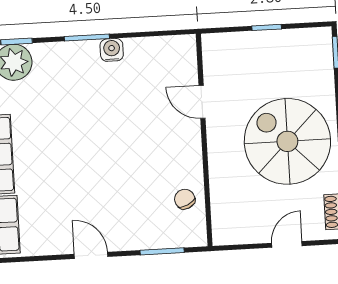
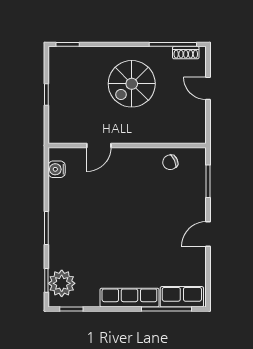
water cooler: (112, 50) -> (57, 169), moved
spiral stairs: (287, 141) -> (132, 84), width x0.73, depth x0.73

